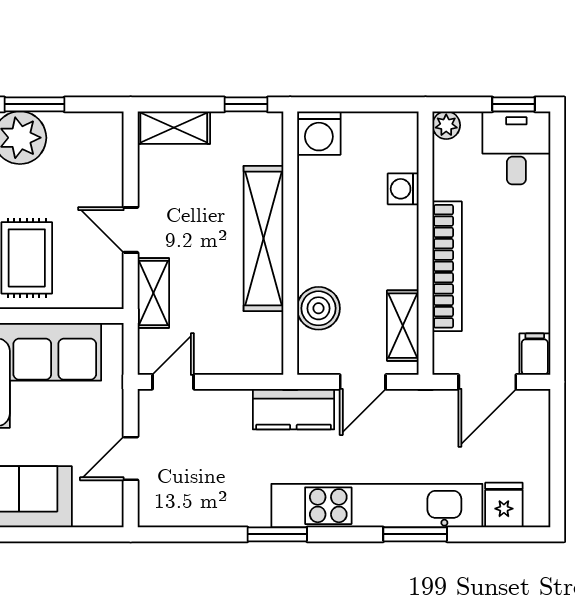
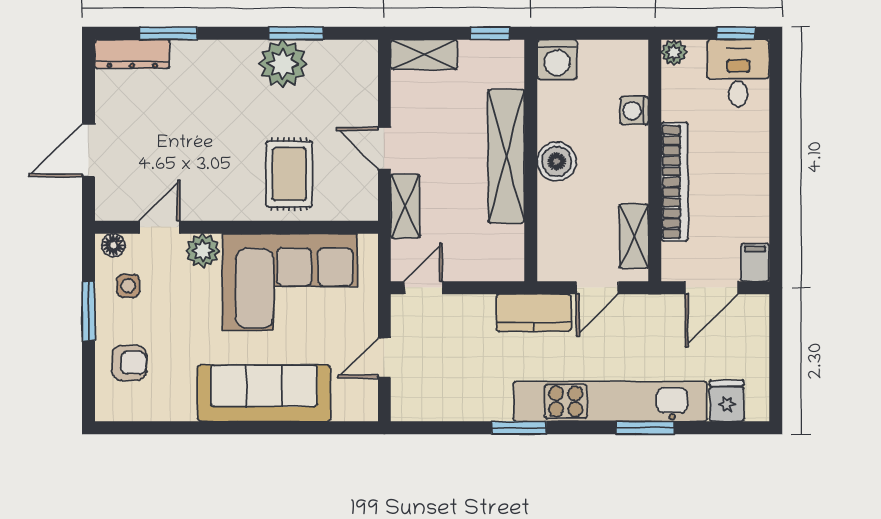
boiler: (319, 308) -> (557, 162), moved

